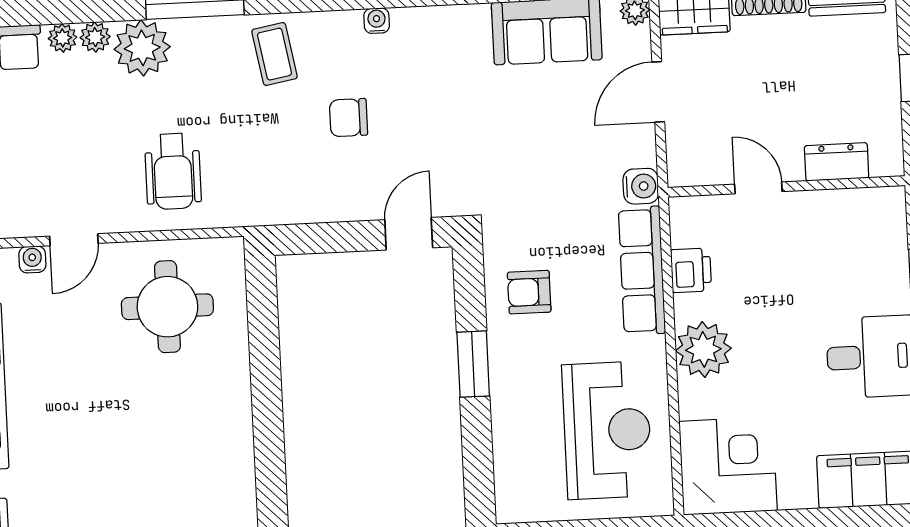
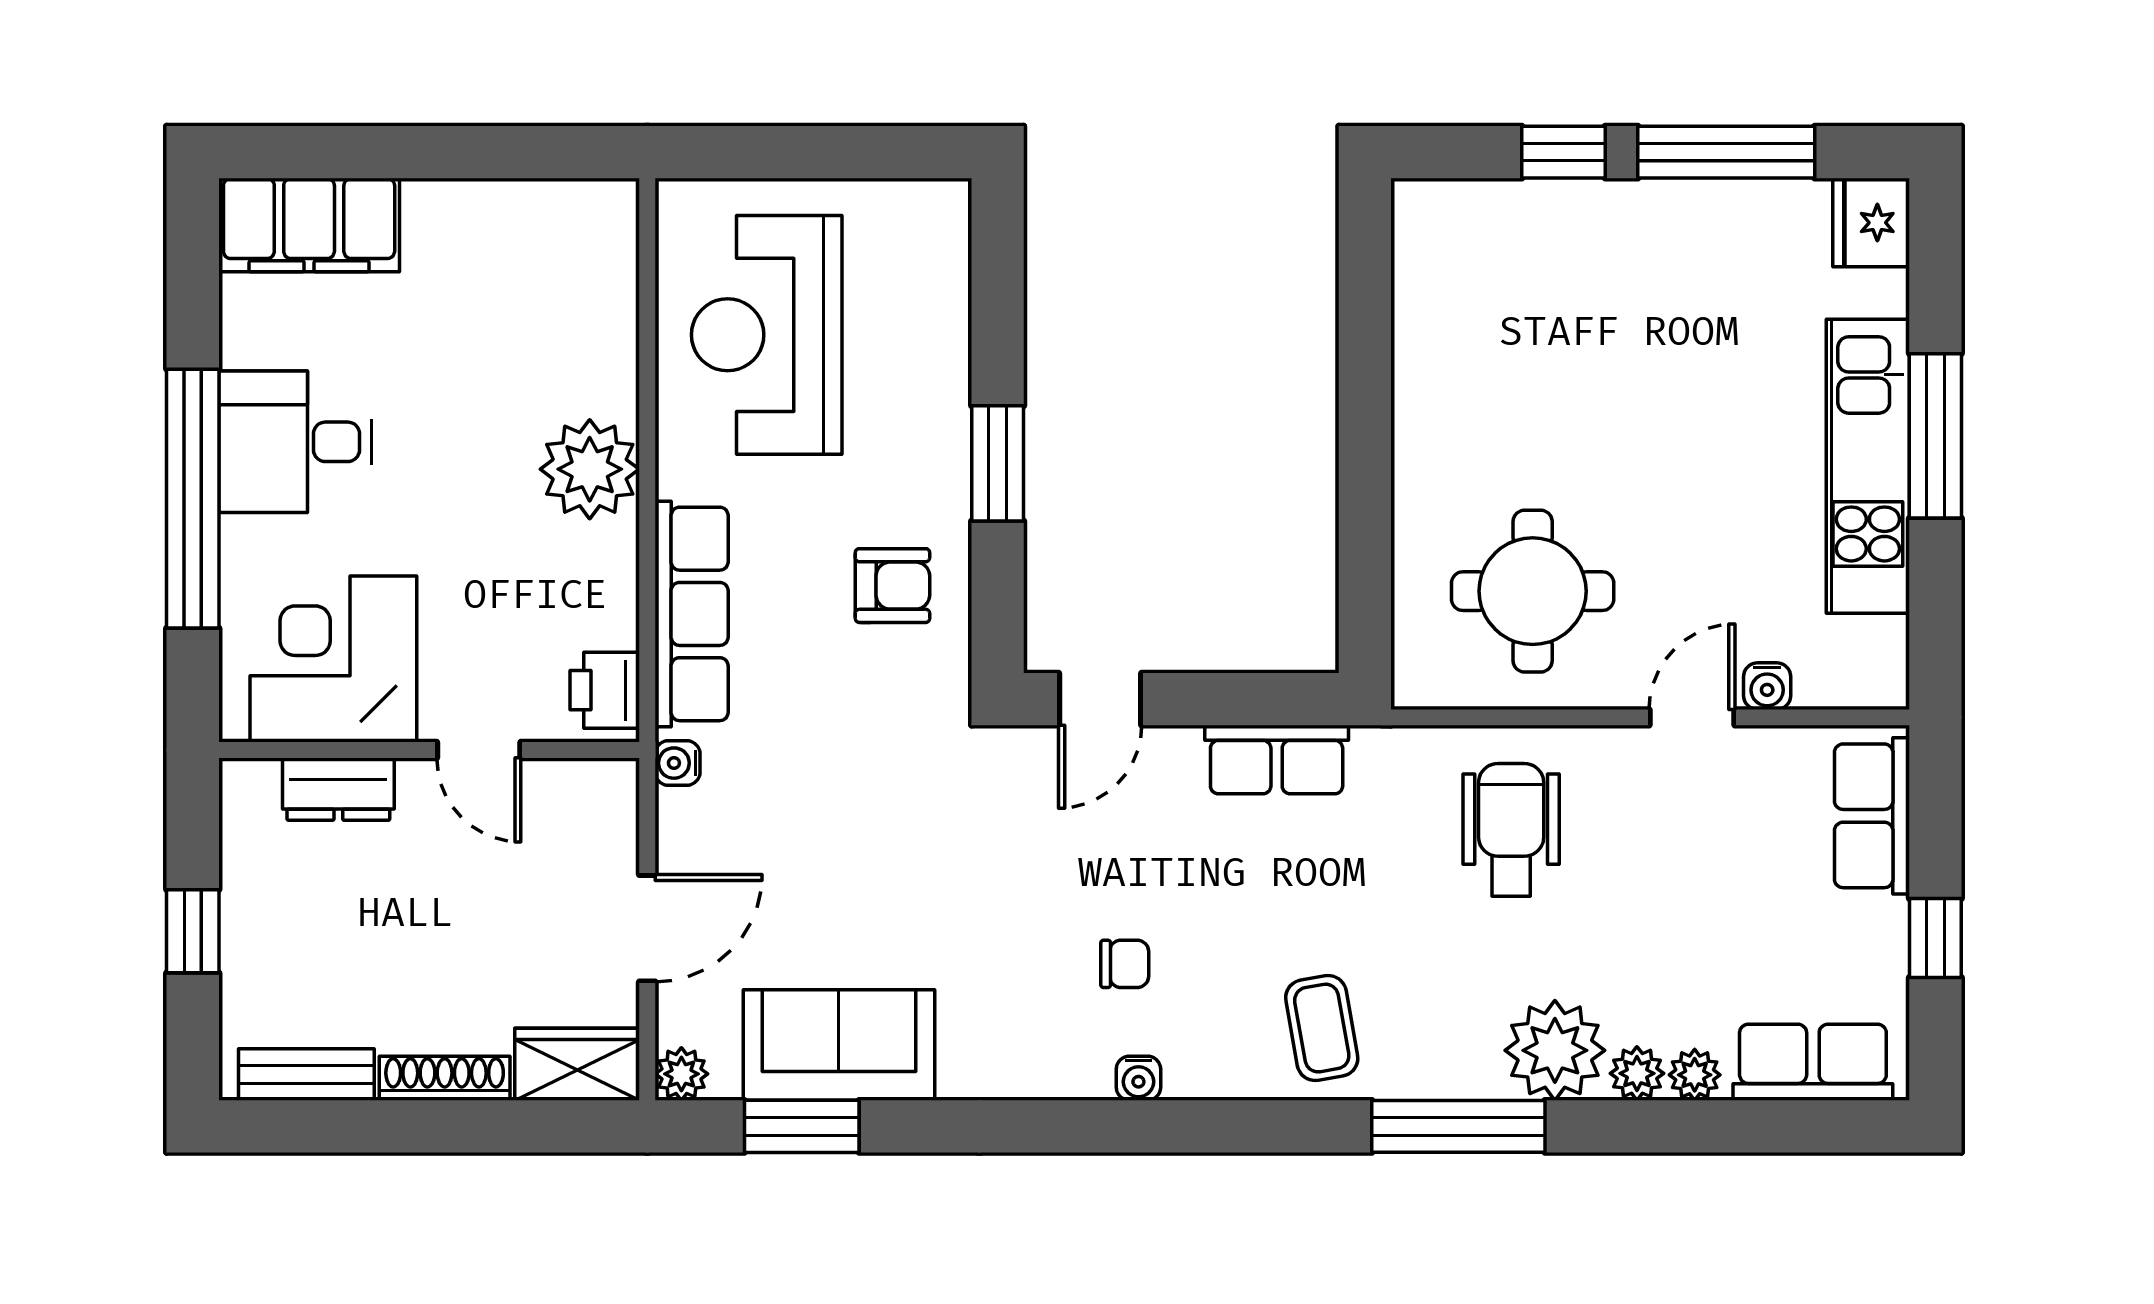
chair: (348, 118) -> (1125, 964), moved, width x0.73, depth x0.73
water cooler: (641, 186) -> (678, 763), width x0.72, depth x0.72
row of seats: (307, 204) -> (1277, 760), added
printer: (691, 270) -> (605, 690), moved
corner desk: (728, 466) -> (333, 659), moved, turned 90

